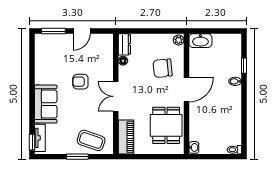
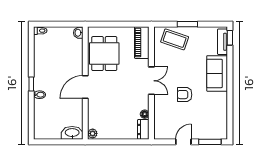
window: (244, 66) -> (31, 84), moved
chair: (163, 68) -> (108, 107), removed
armchair: (80, 82) -> (185, 95), turned 180

